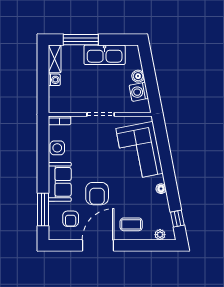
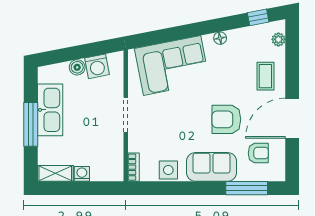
window: (81, 40) -> (31, 124), moved
armchair: (97, 194) -> (226, 119), turned 180
door: (98, 245) -> (292, 118), hinge flipped

